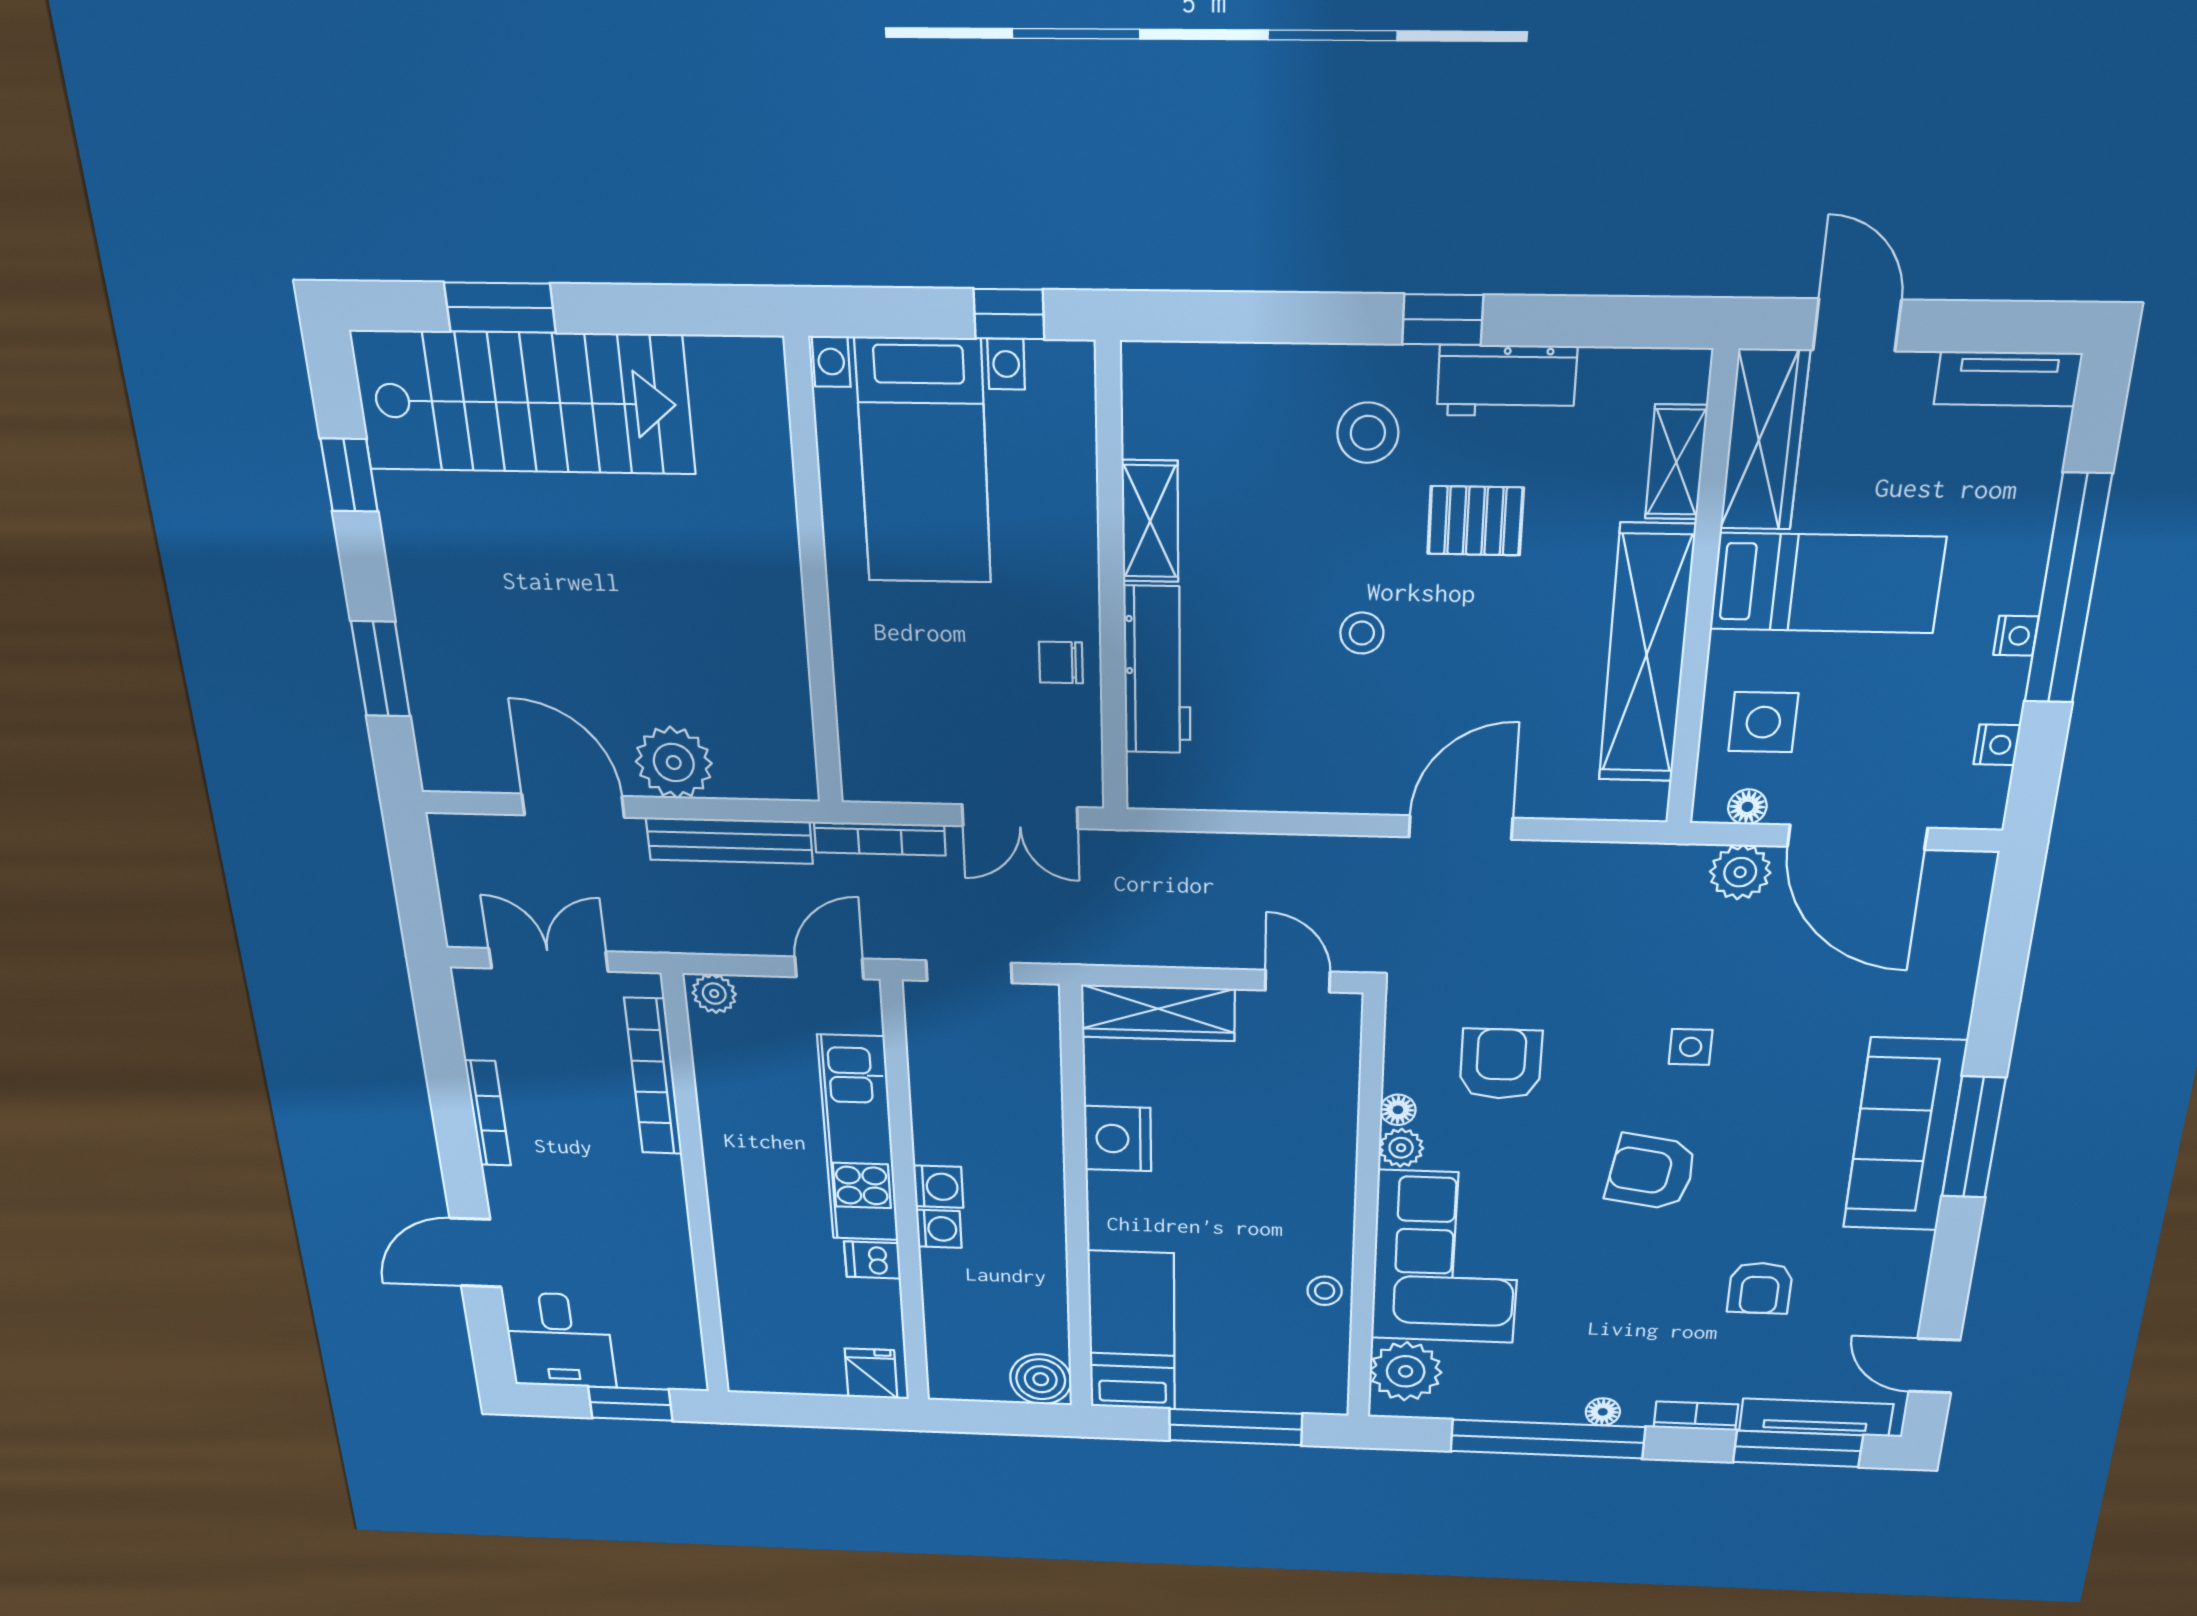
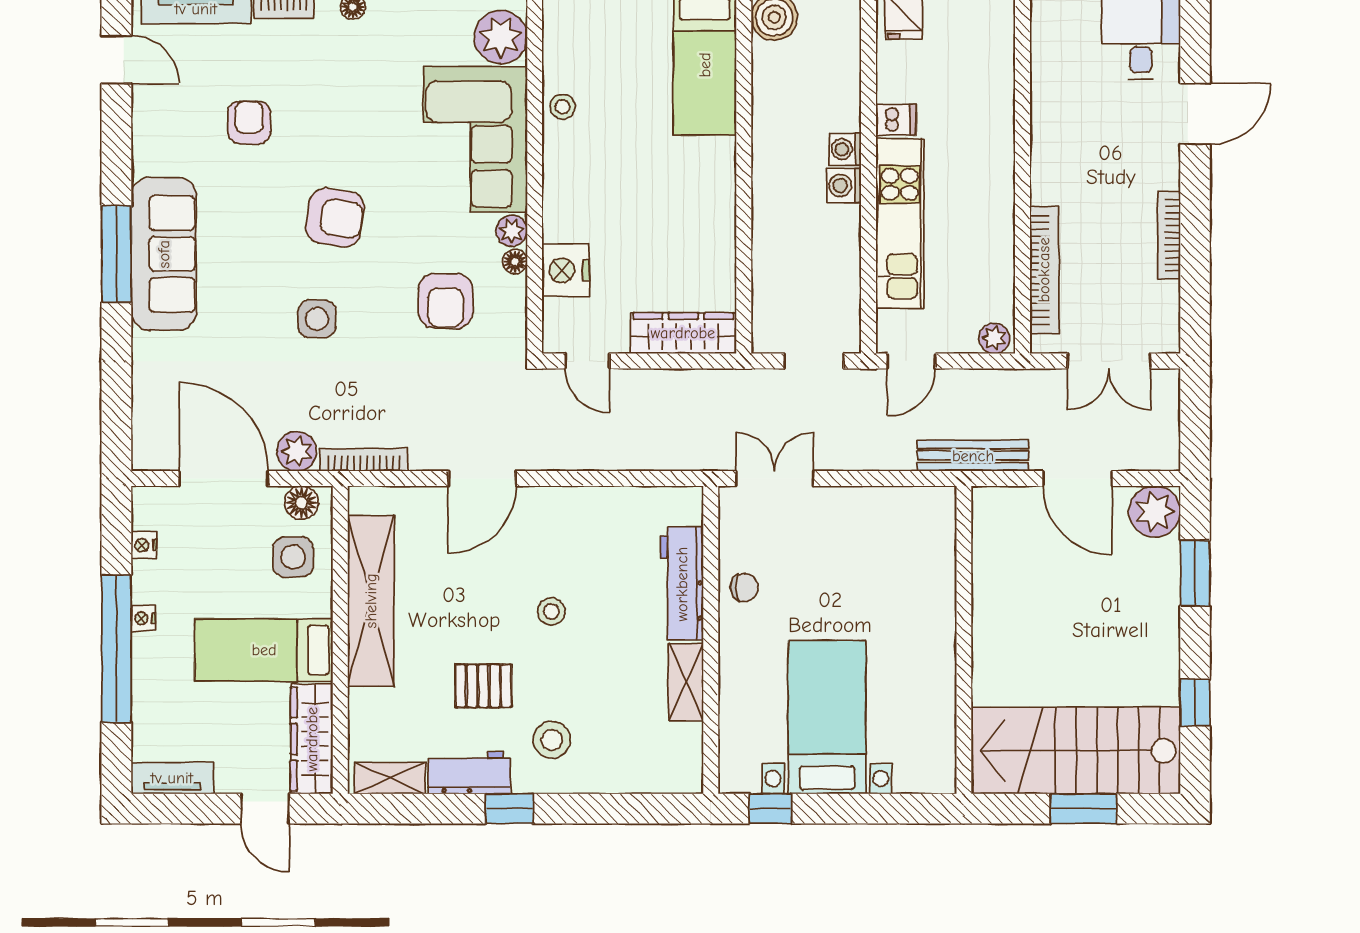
shelving: (1676, 462) -> (390, 778), moved, turned 90
wall: (814, 579) -> (964, 640), moved
plant: (674, 763) -> (1155, 512), moved
floor lamp: (1747, 807) -> (302, 503), width x1.37, depth x1.37
bookcase: (880, 839) -> (364, 460), moved
side table: (1691, 1047) -> (317, 319), width x1.37, depth x1.37
nightstand: (1118, 1139) -> (566, 270), moved, turned 180

